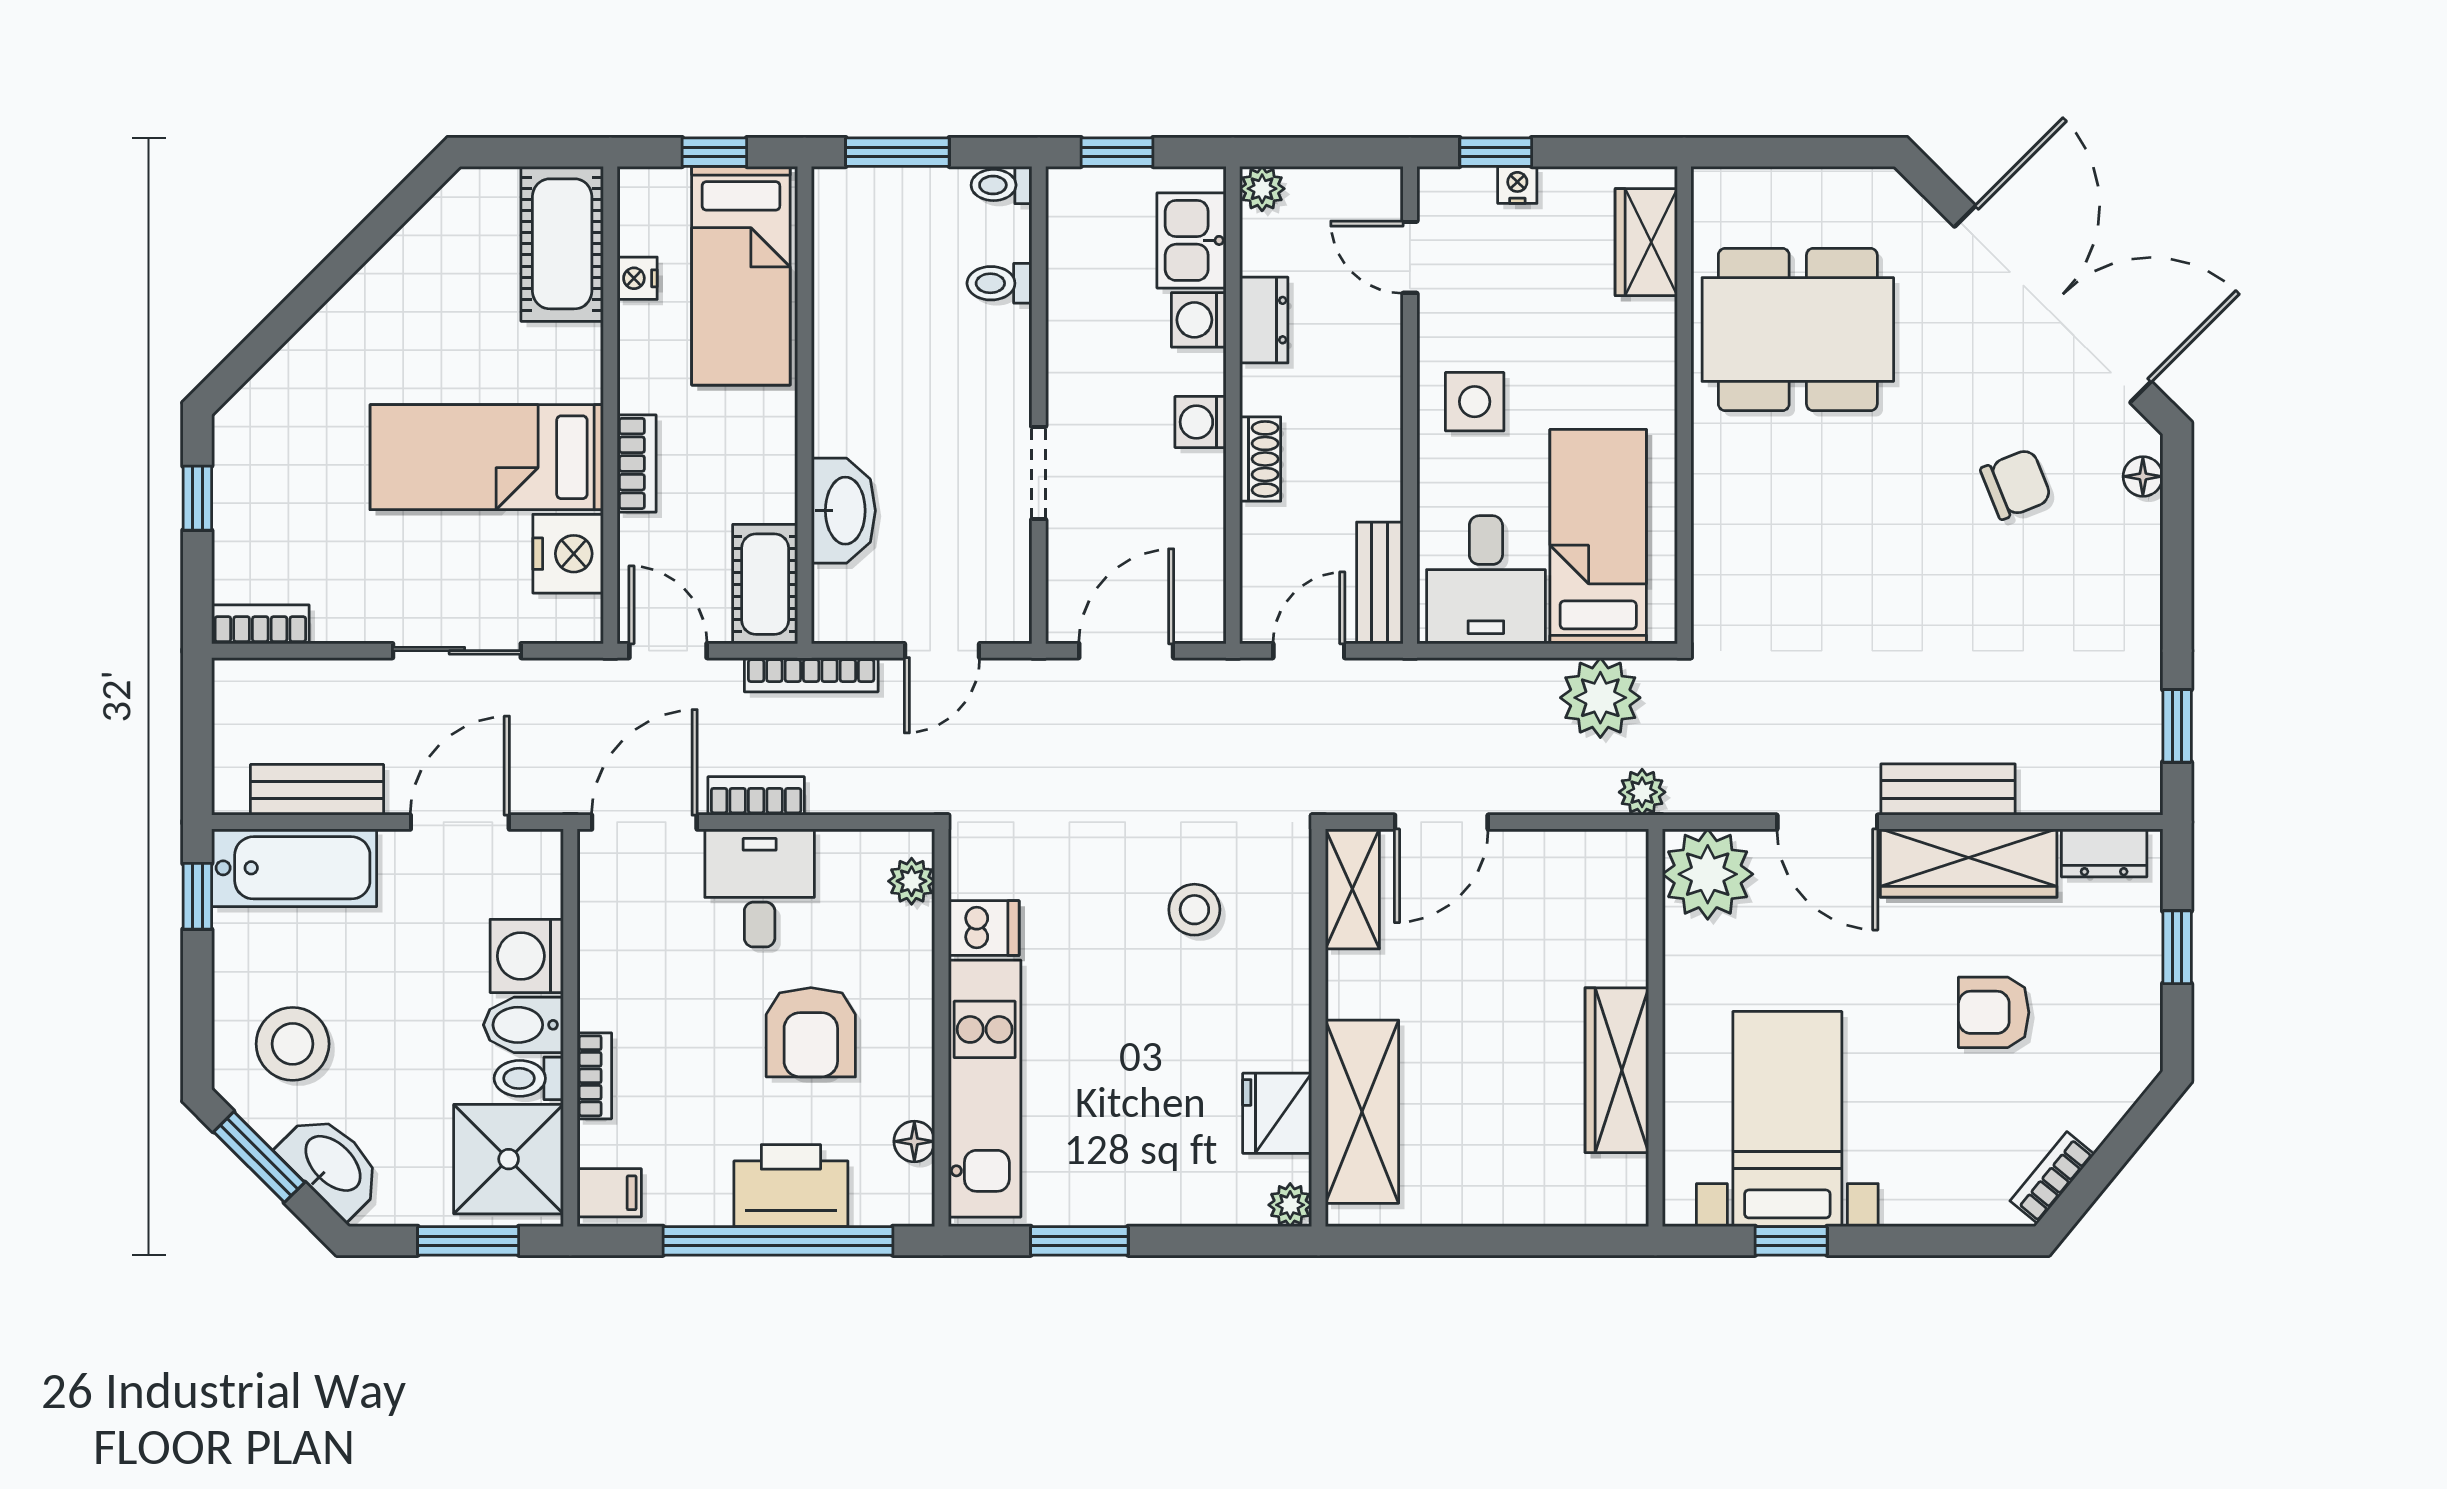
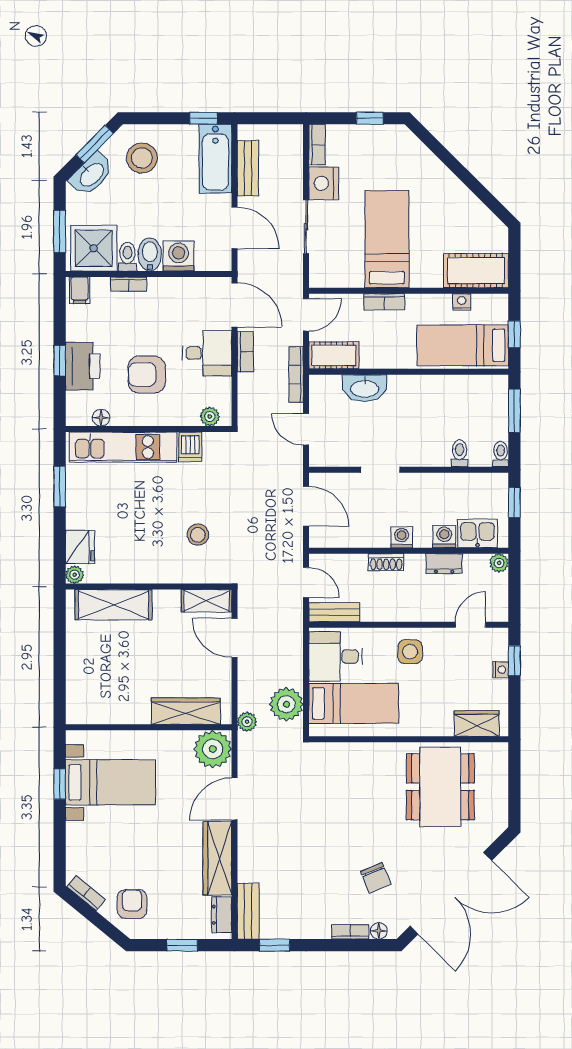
bookcase: (2145, 545) -> (350, 932), added
nightstand: (568, 554) -> (324, 183), moved, turned 90
bench: (1948, 790) -> (248, 911), moved
armchair: (1994, 1012) -> (132, 904), moved
wardrobe: (1617, 1070) -> (186, 711), moved
fridge: (1277, 1113) -> (80, 547), moved, turned 90
window: (778, 1241) -> (60, 361), width x0.32

